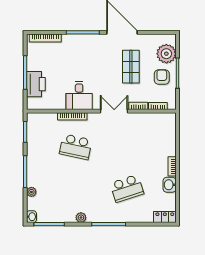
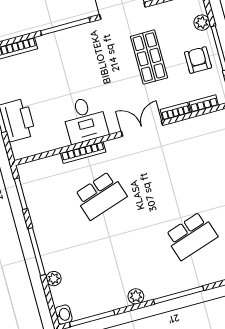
plant: (166, 54) -> (202, 23), width x0.53, depth x0.53
school desk: (76, 147) -> (100, 196), turned -30

